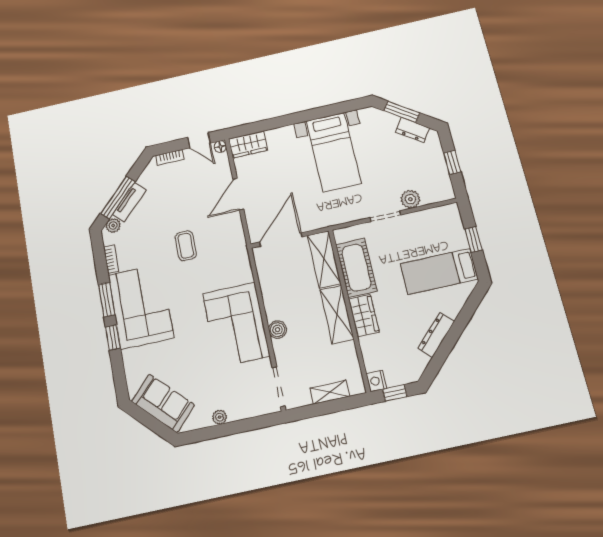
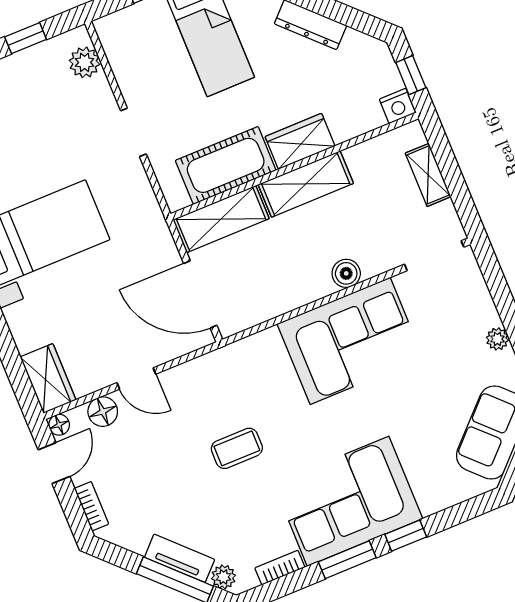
floor lamp: (223, 172) -> (103, 412), added
door: (238, 194) -> (136, 378), width x0.73
plant: (410, 199) -> (85, 62), moved

